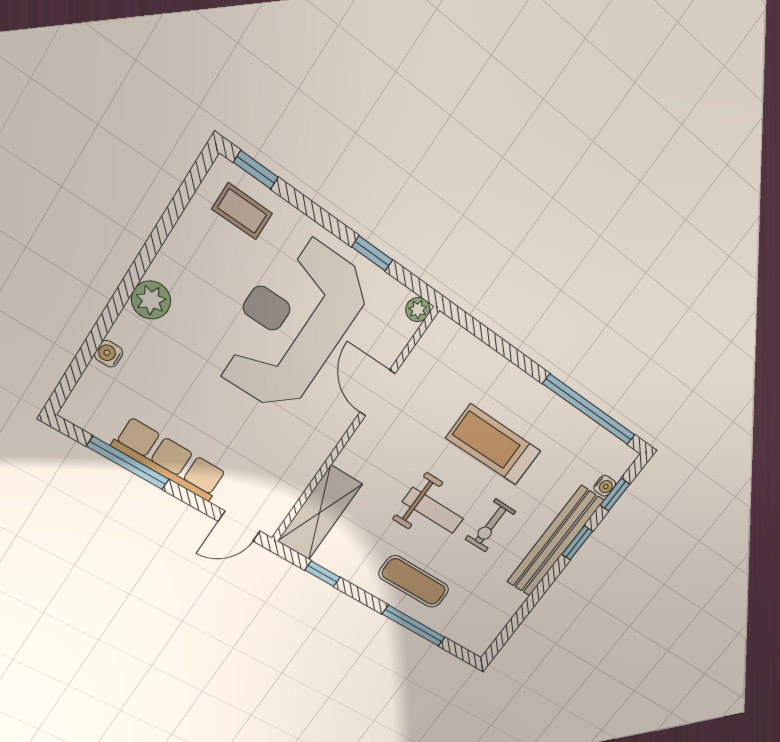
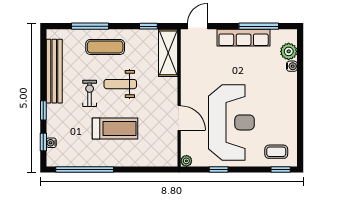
plant: (151, 300) -> (289, 51), moved
bench: (555, 541) -> (54, 71), moved

